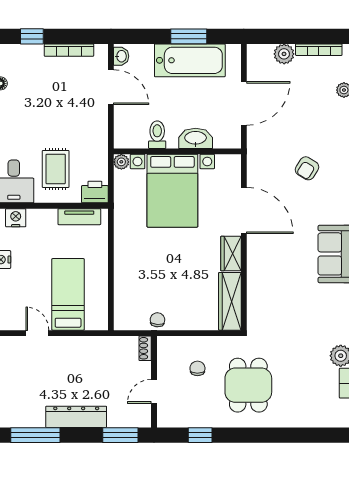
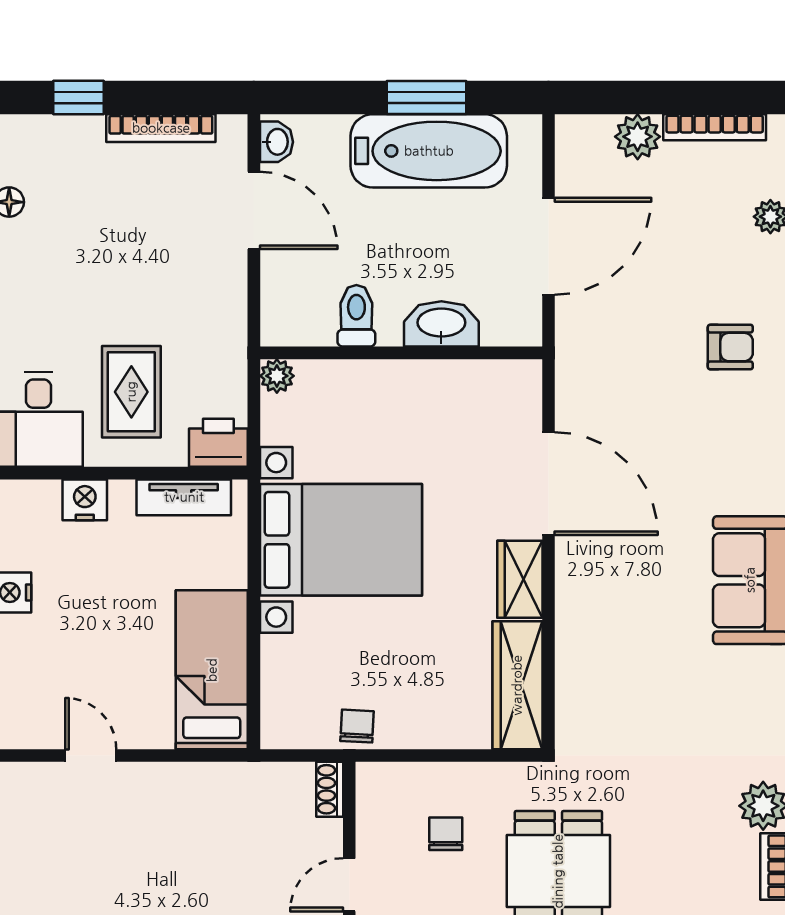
armchair: (307, 168) -> (730, 347), moved, turned -122
bed with nightstands: (172, 191) -> (341, 540), moved, turned -90
nightstand: (16, 218) -> (85, 500), moved
bed: (68, 294) -> (212, 670), moved

